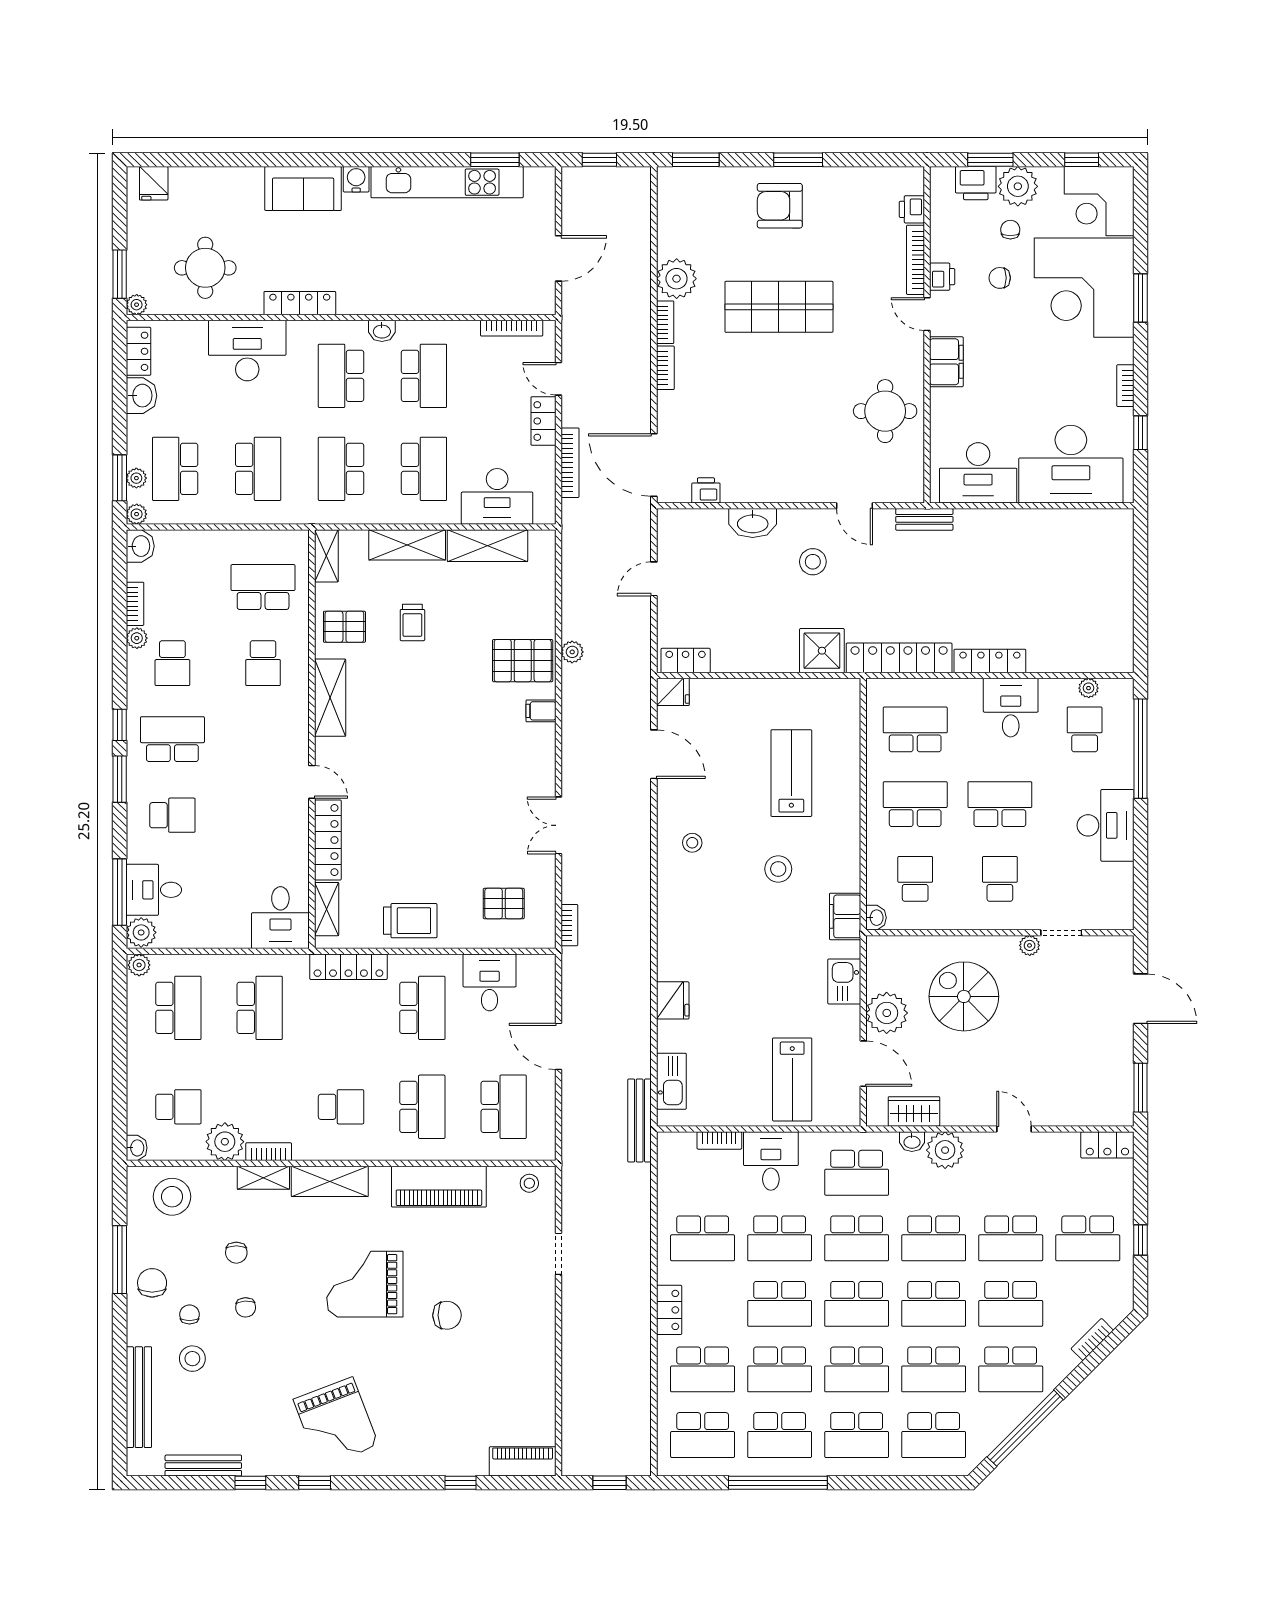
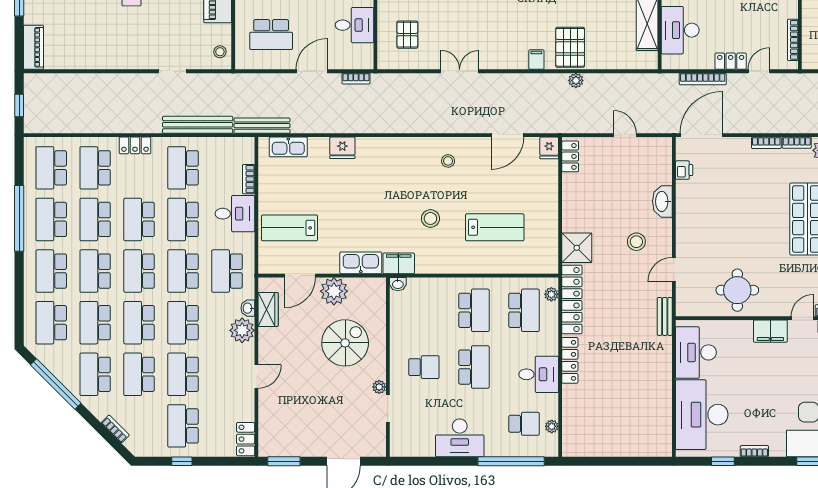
plant: (891, 689) -> (551, 294), added
school desk: (915, 879) -> (424, 310), removed
bookcase: (569, 925) -> (356, 79), moved
kitchen sink: (844, 981) -> (361, 263), width x1.38
bench: (638, 1216) -> (198, 125), added

